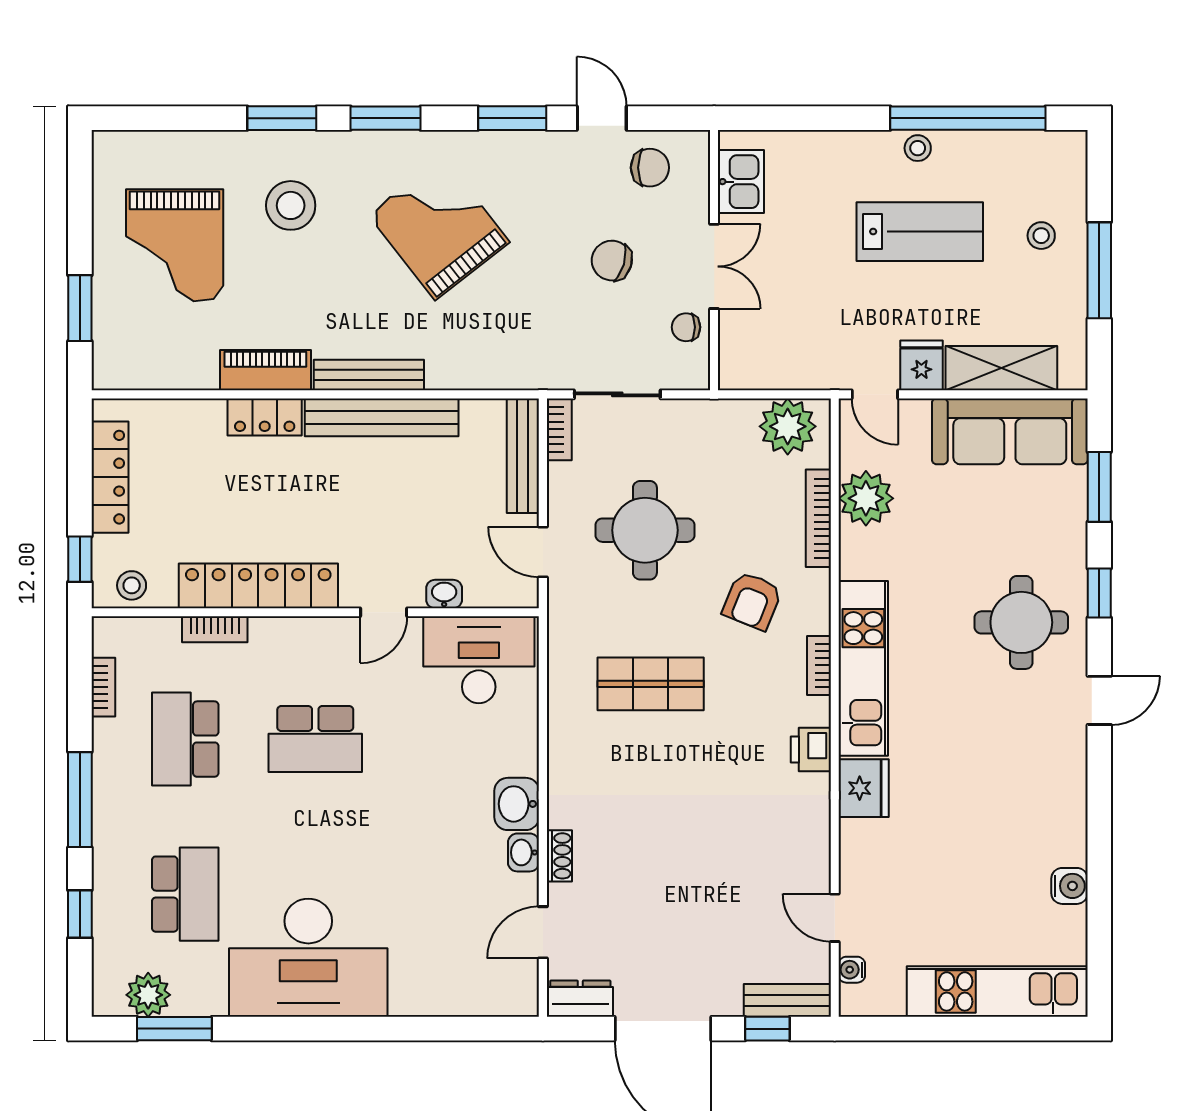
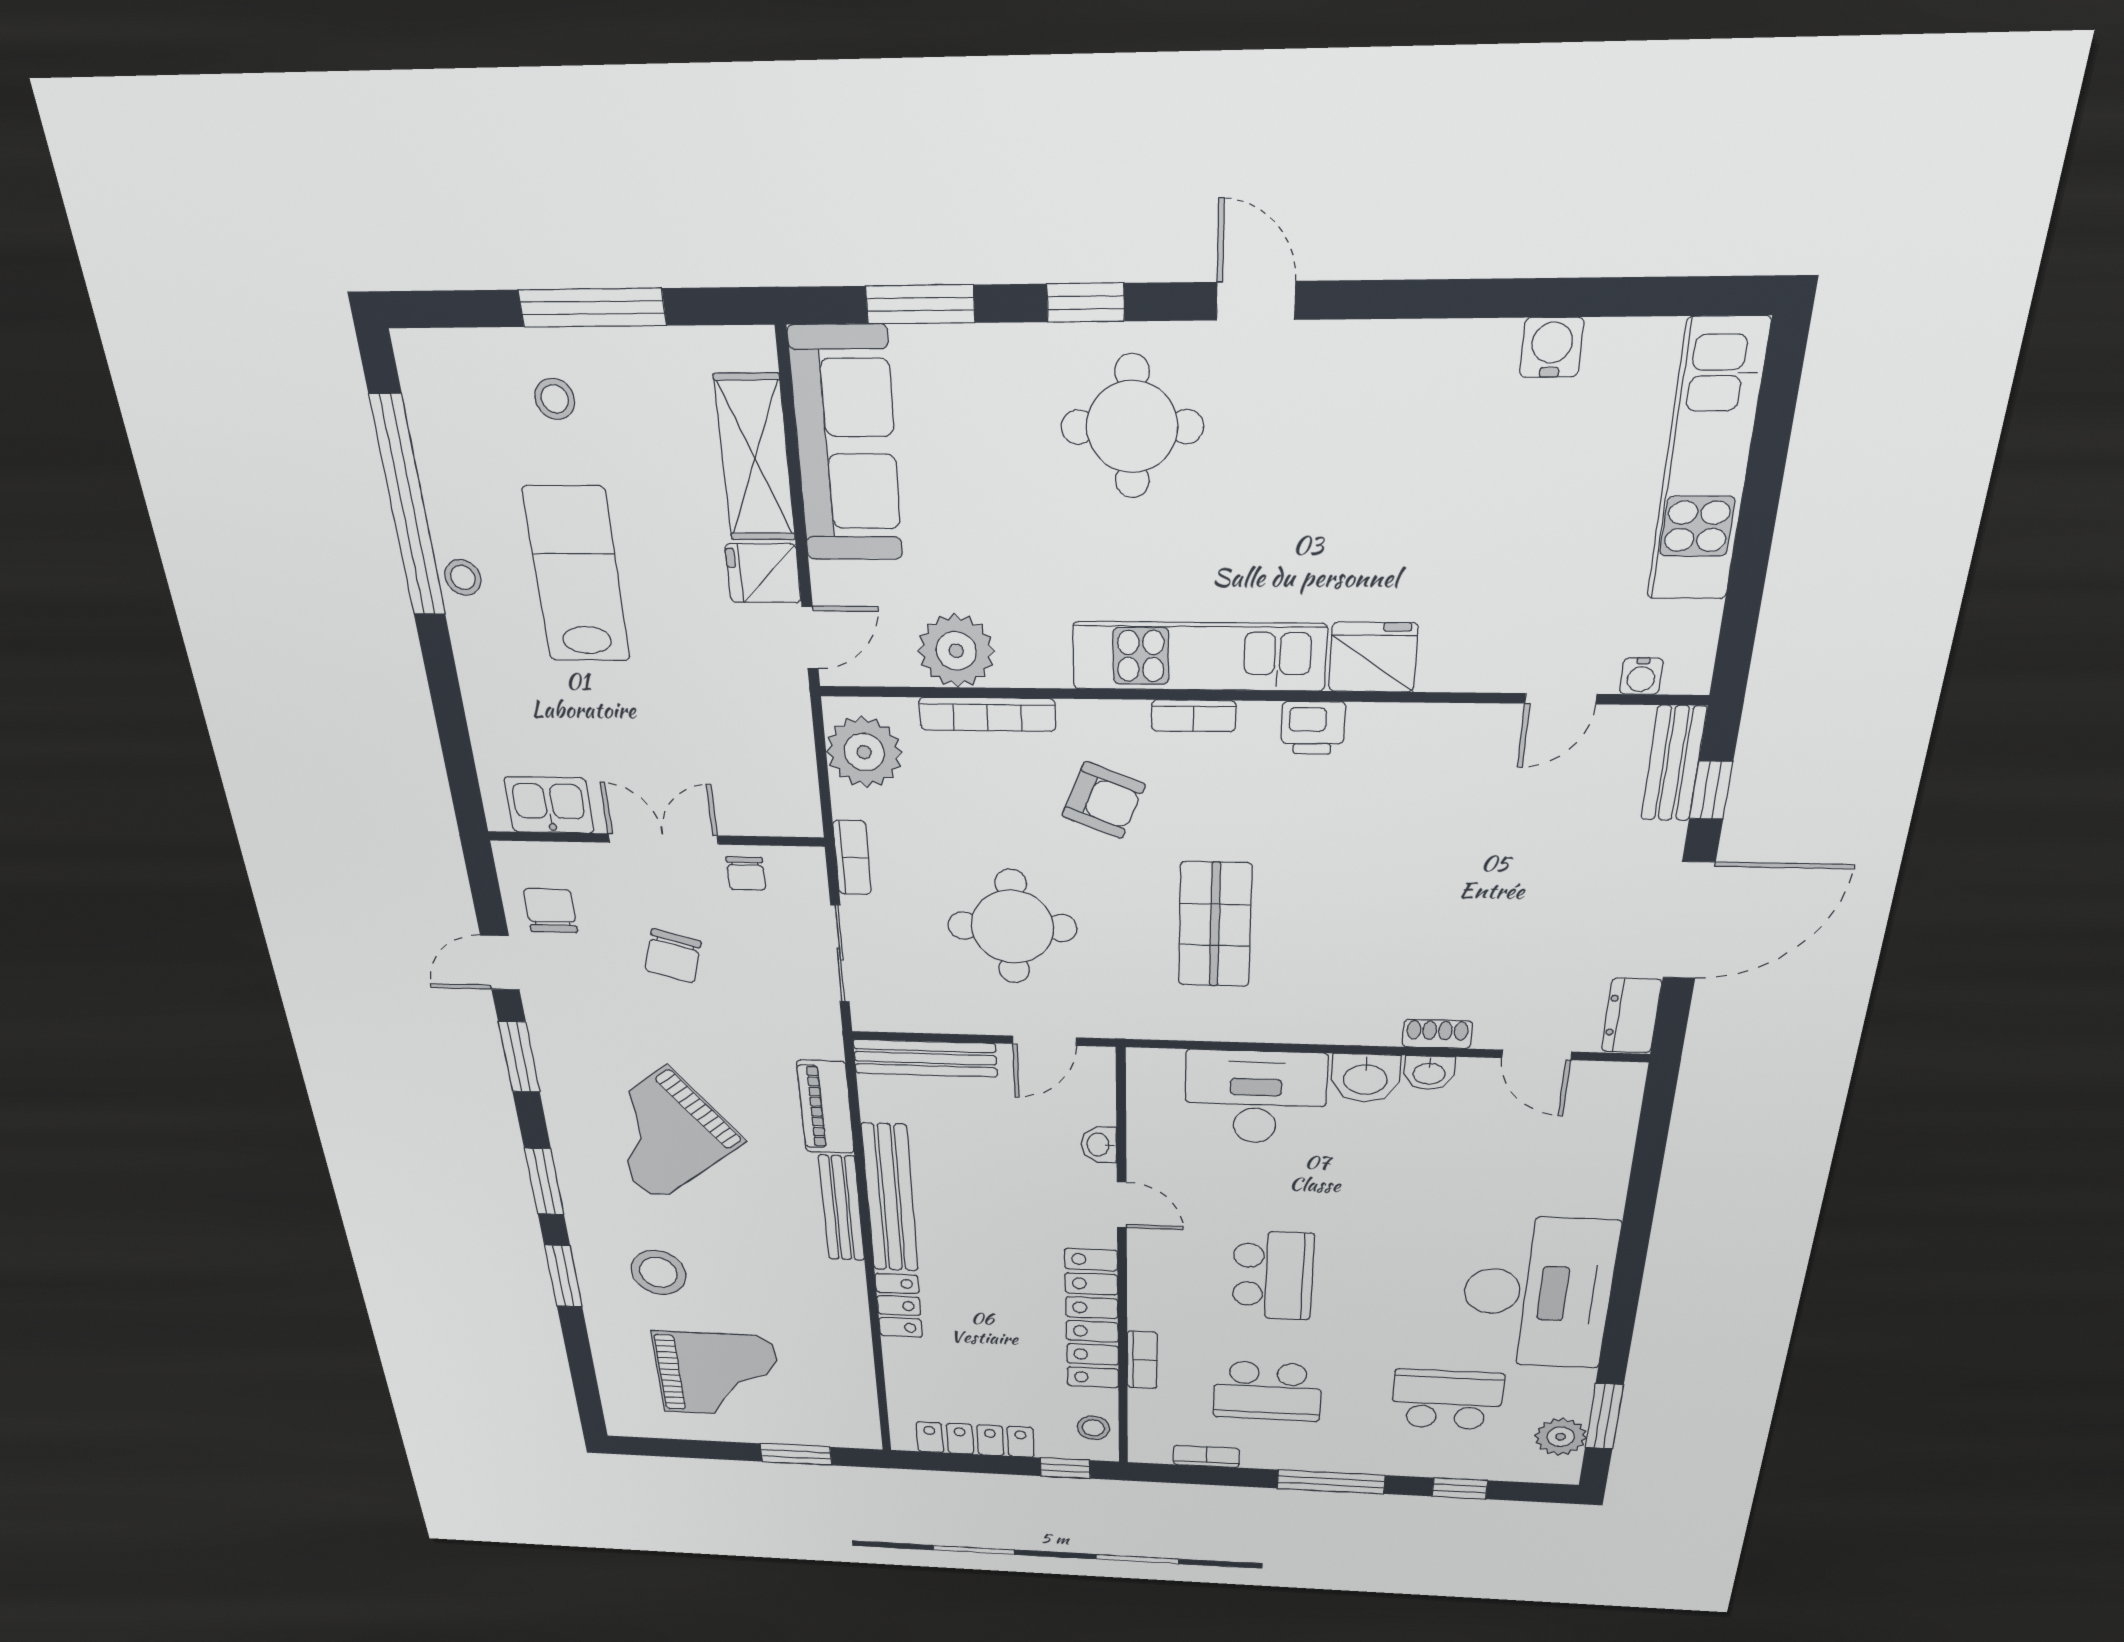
piano: (265, 370) -> (825, 1107), moved
bookcase: (559, 429) -> (852, 858), moved, turned 90
desk: (479, 660) -> (1255, 1097), moved, turned 90

